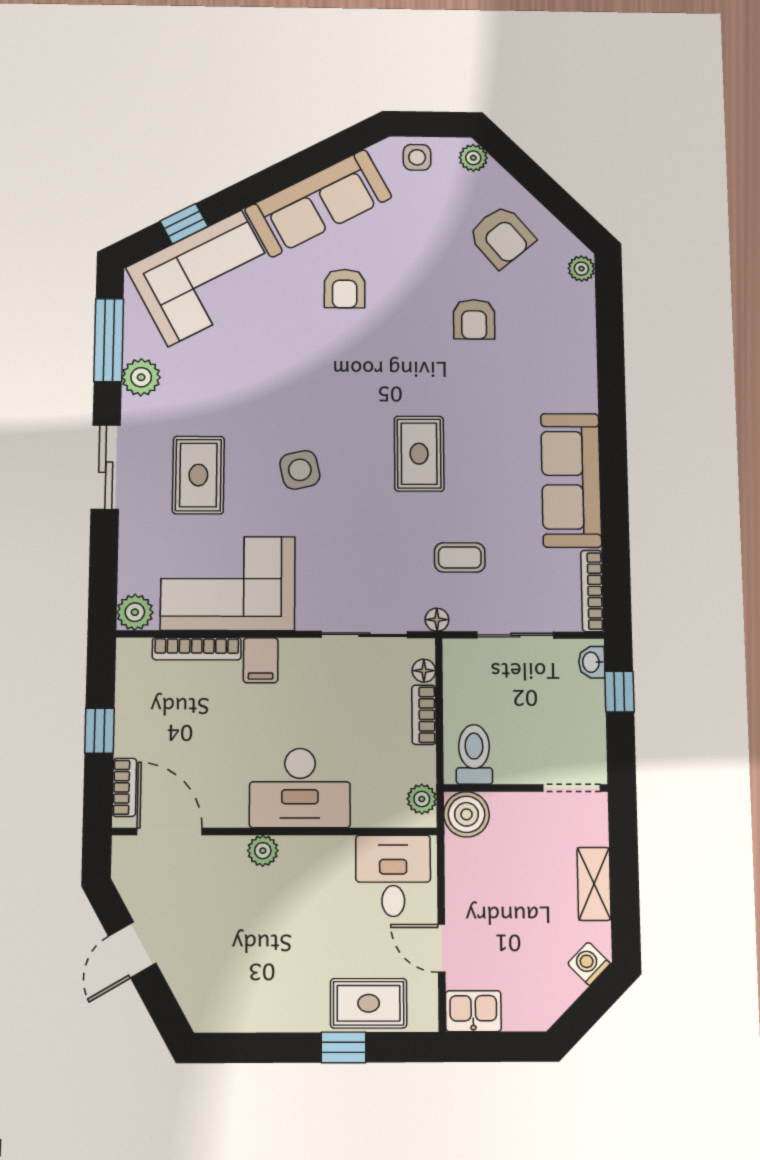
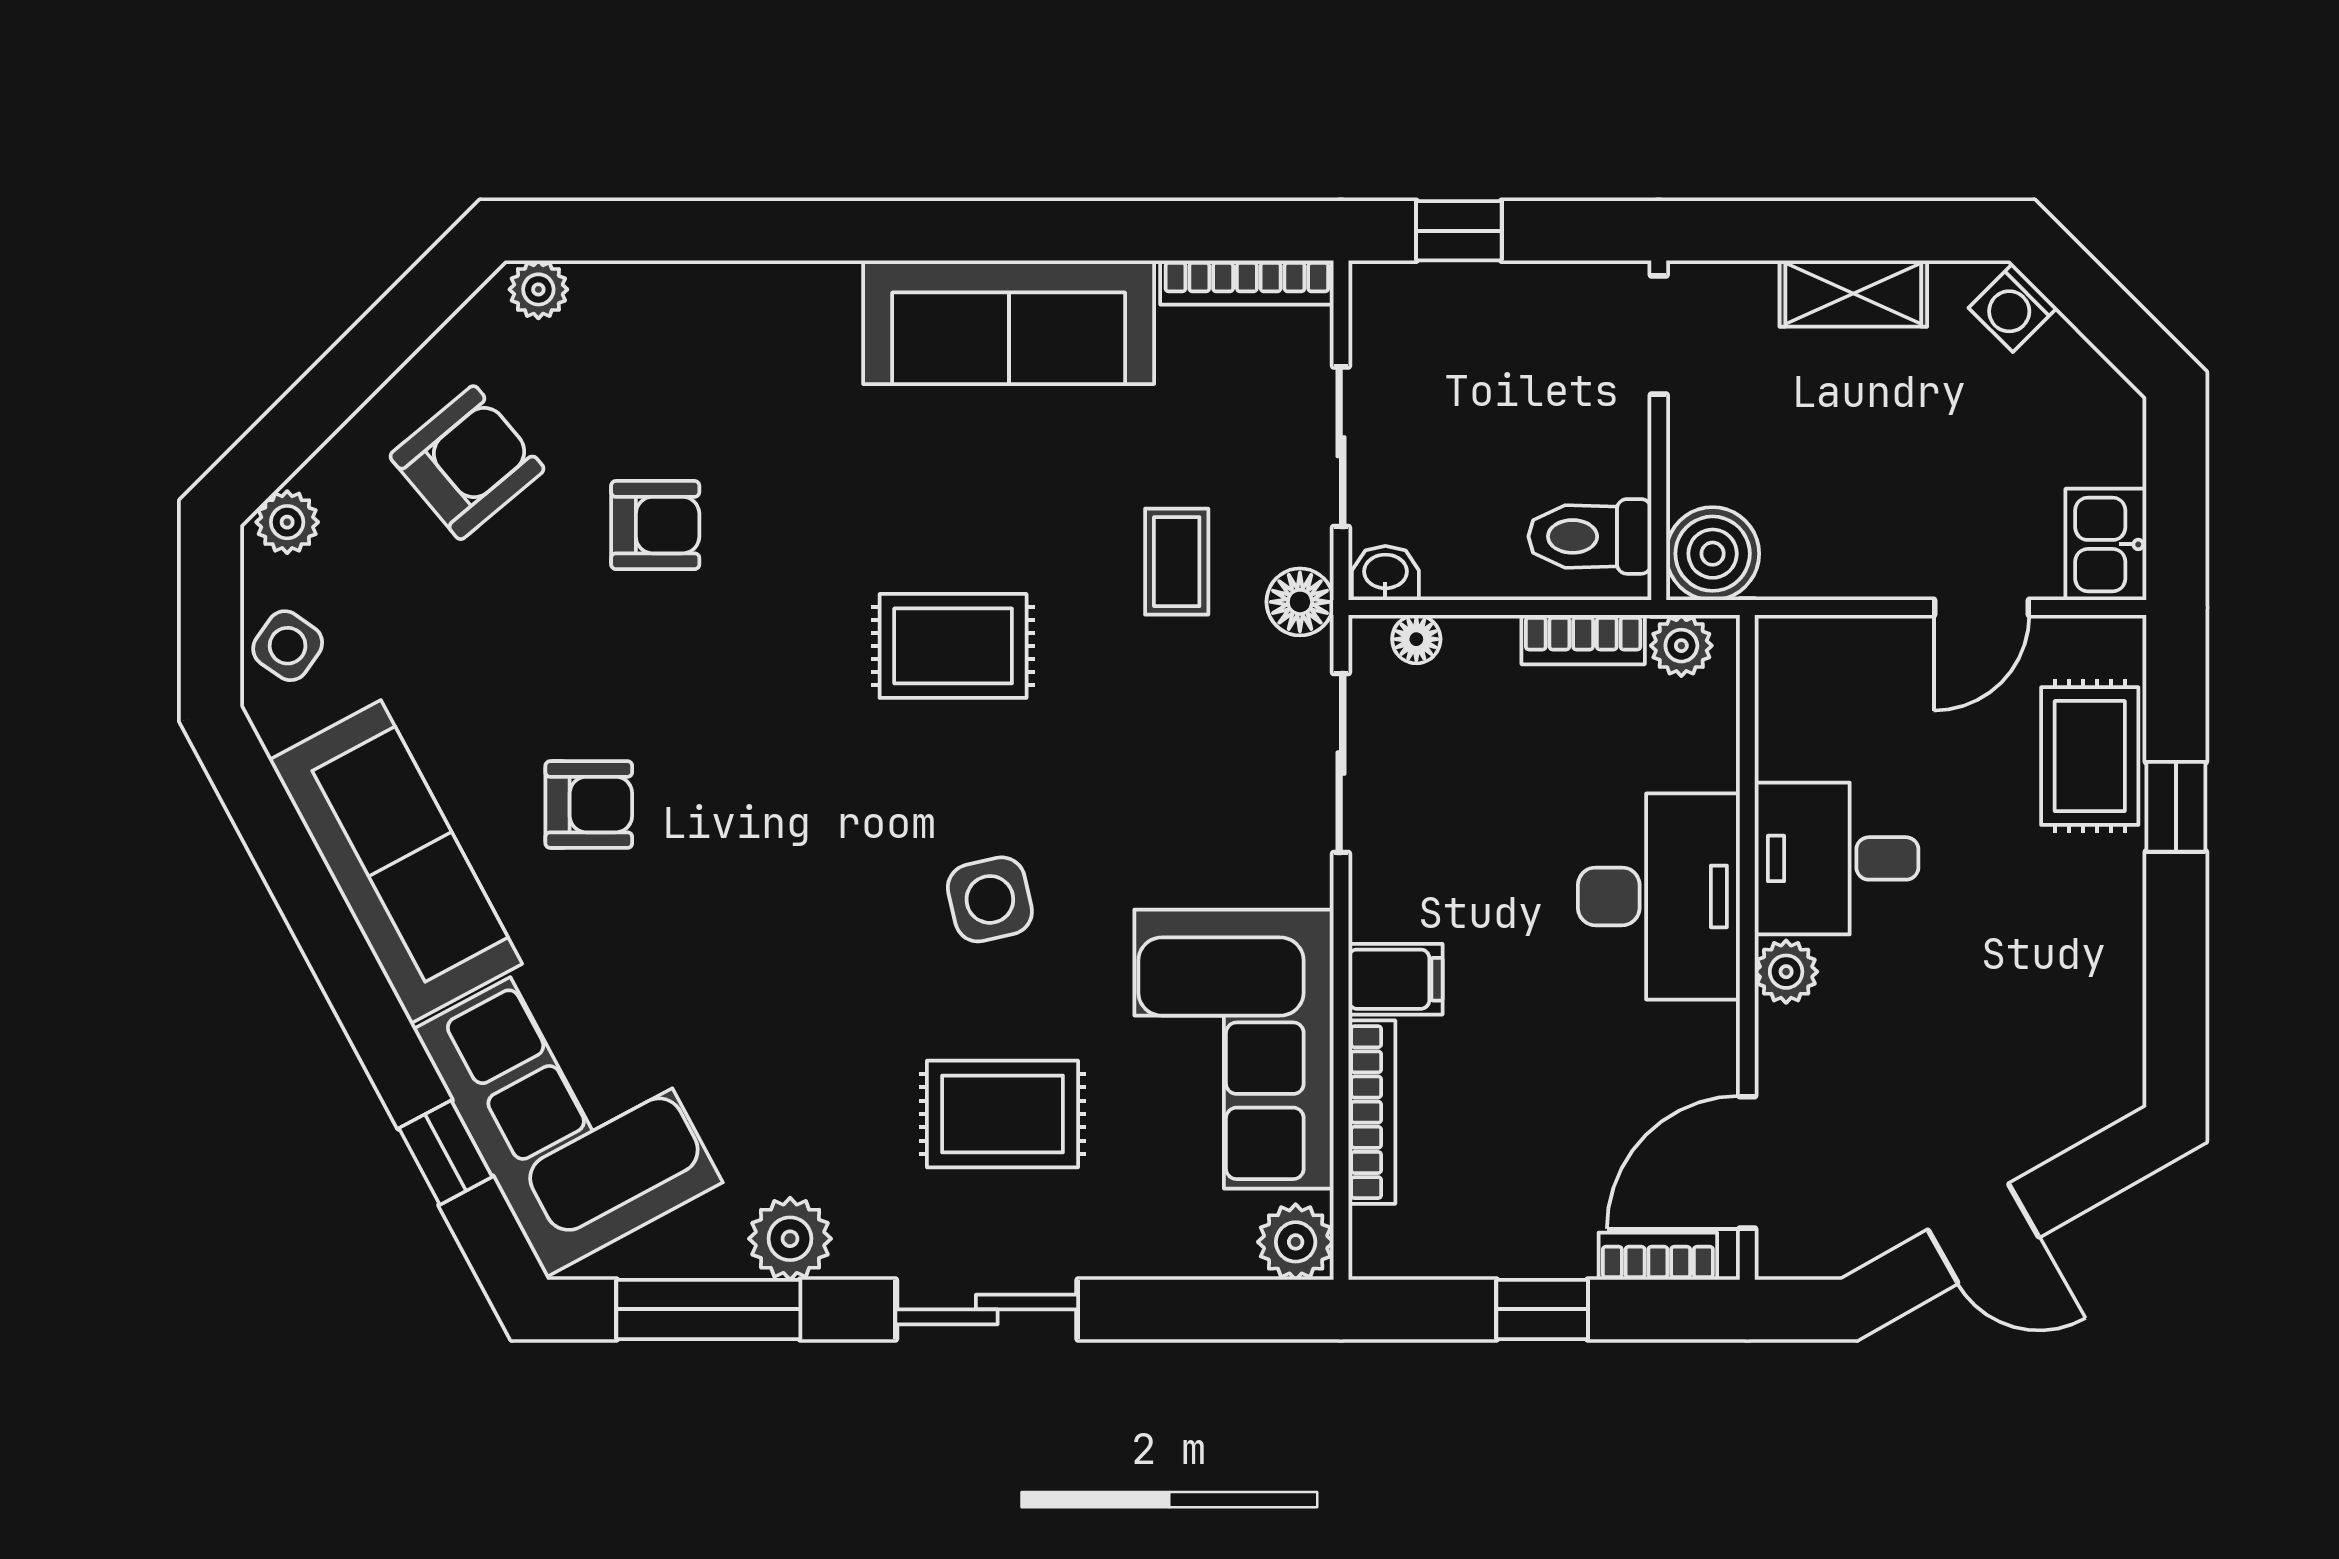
side table: (417, 157) -> (288, 646), turned 35
floor lamp: (437, 620) -> (1300, 602), width x1.37, depth x1.37
washbasin: (592, 662) -> (1385, 573), moved, turned 180
bookcase: (424, 715) -> (1583, 640), moved
desk: (393, 876) -> (1837, 858), moved

